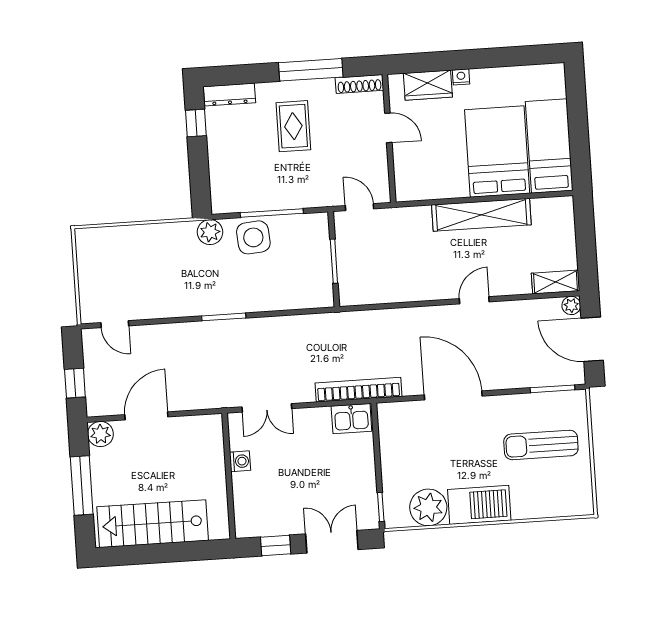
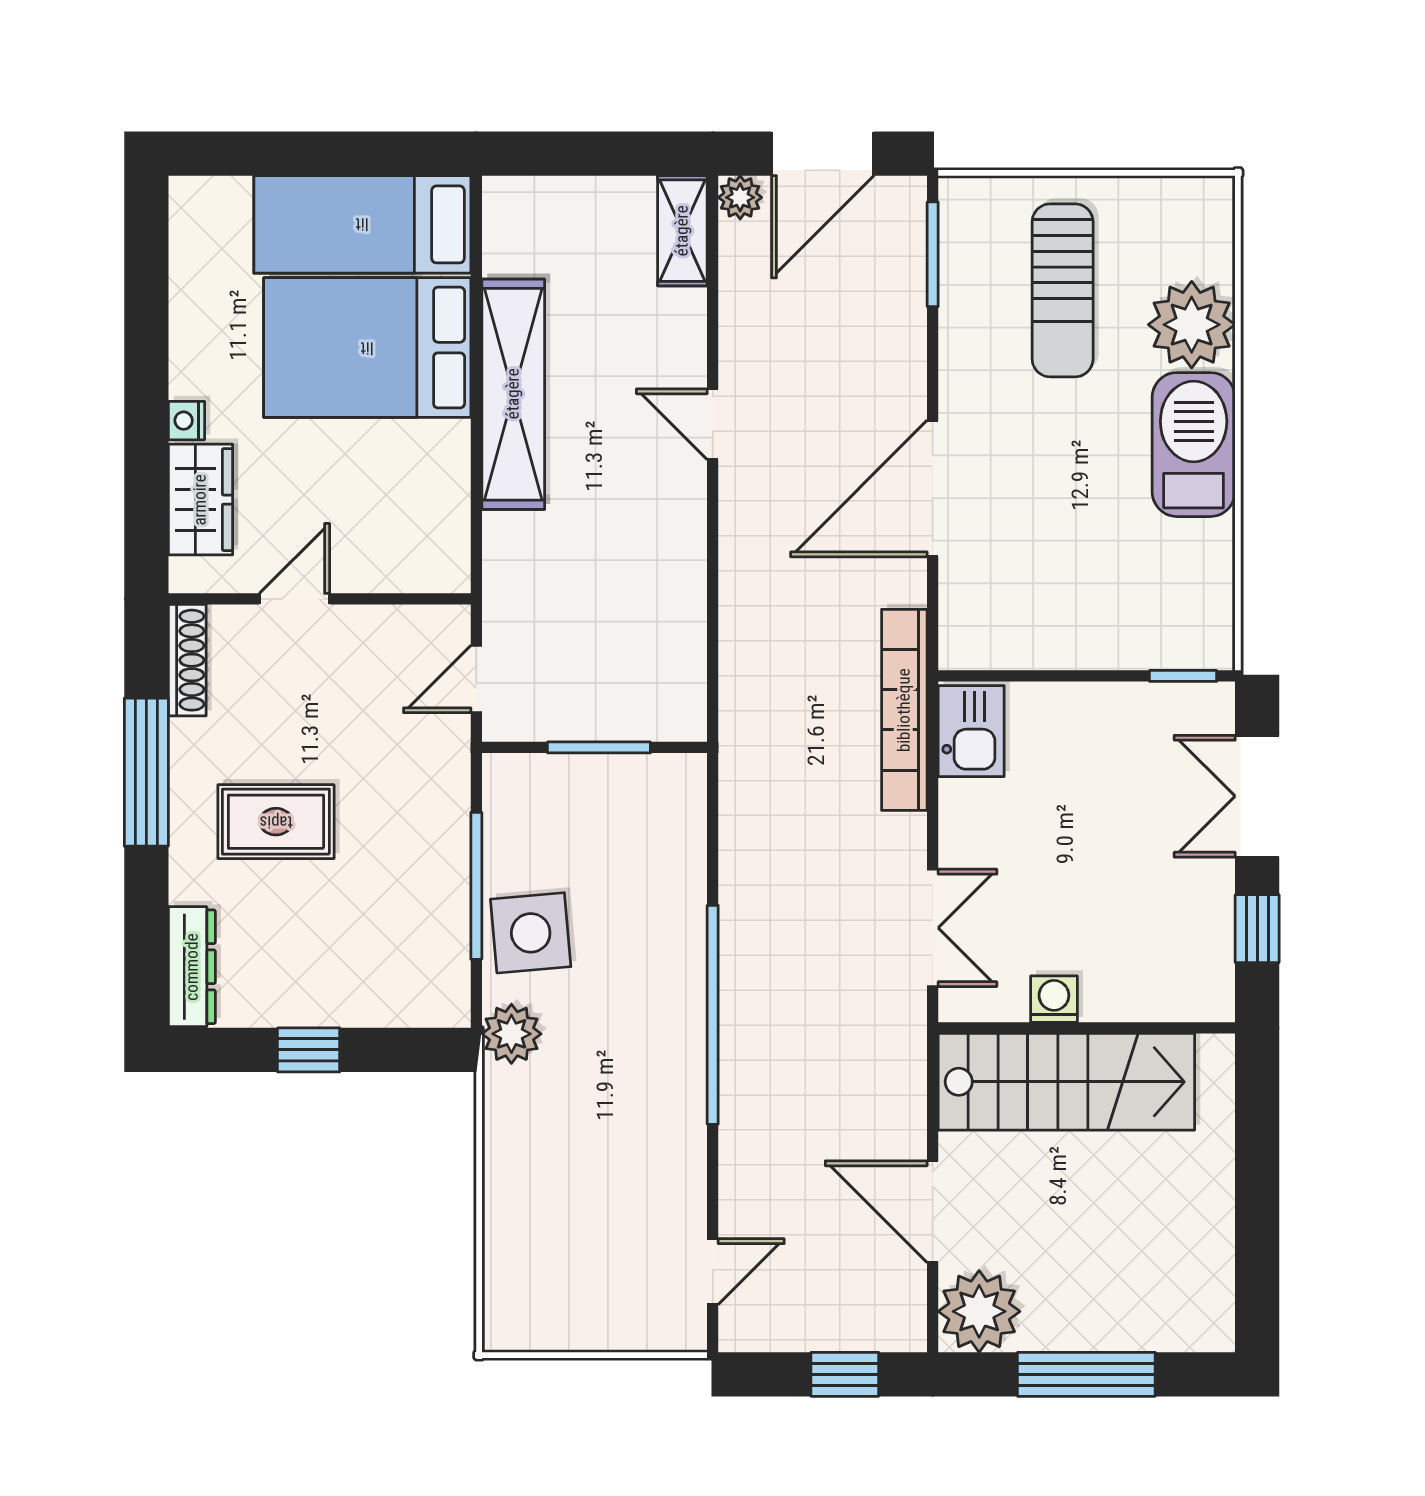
window: (196, 123) -> (309, 1050), moved
window: (224, 317) -> (713, 1015), width x2.11
plant: (100, 434) -> (979, 1311), width x1.36, depth x1.36
plant: (428, 507) -> (1192, 325), moved
stairs: (153, 524) -> (1066, 1082), moved, turned -90

